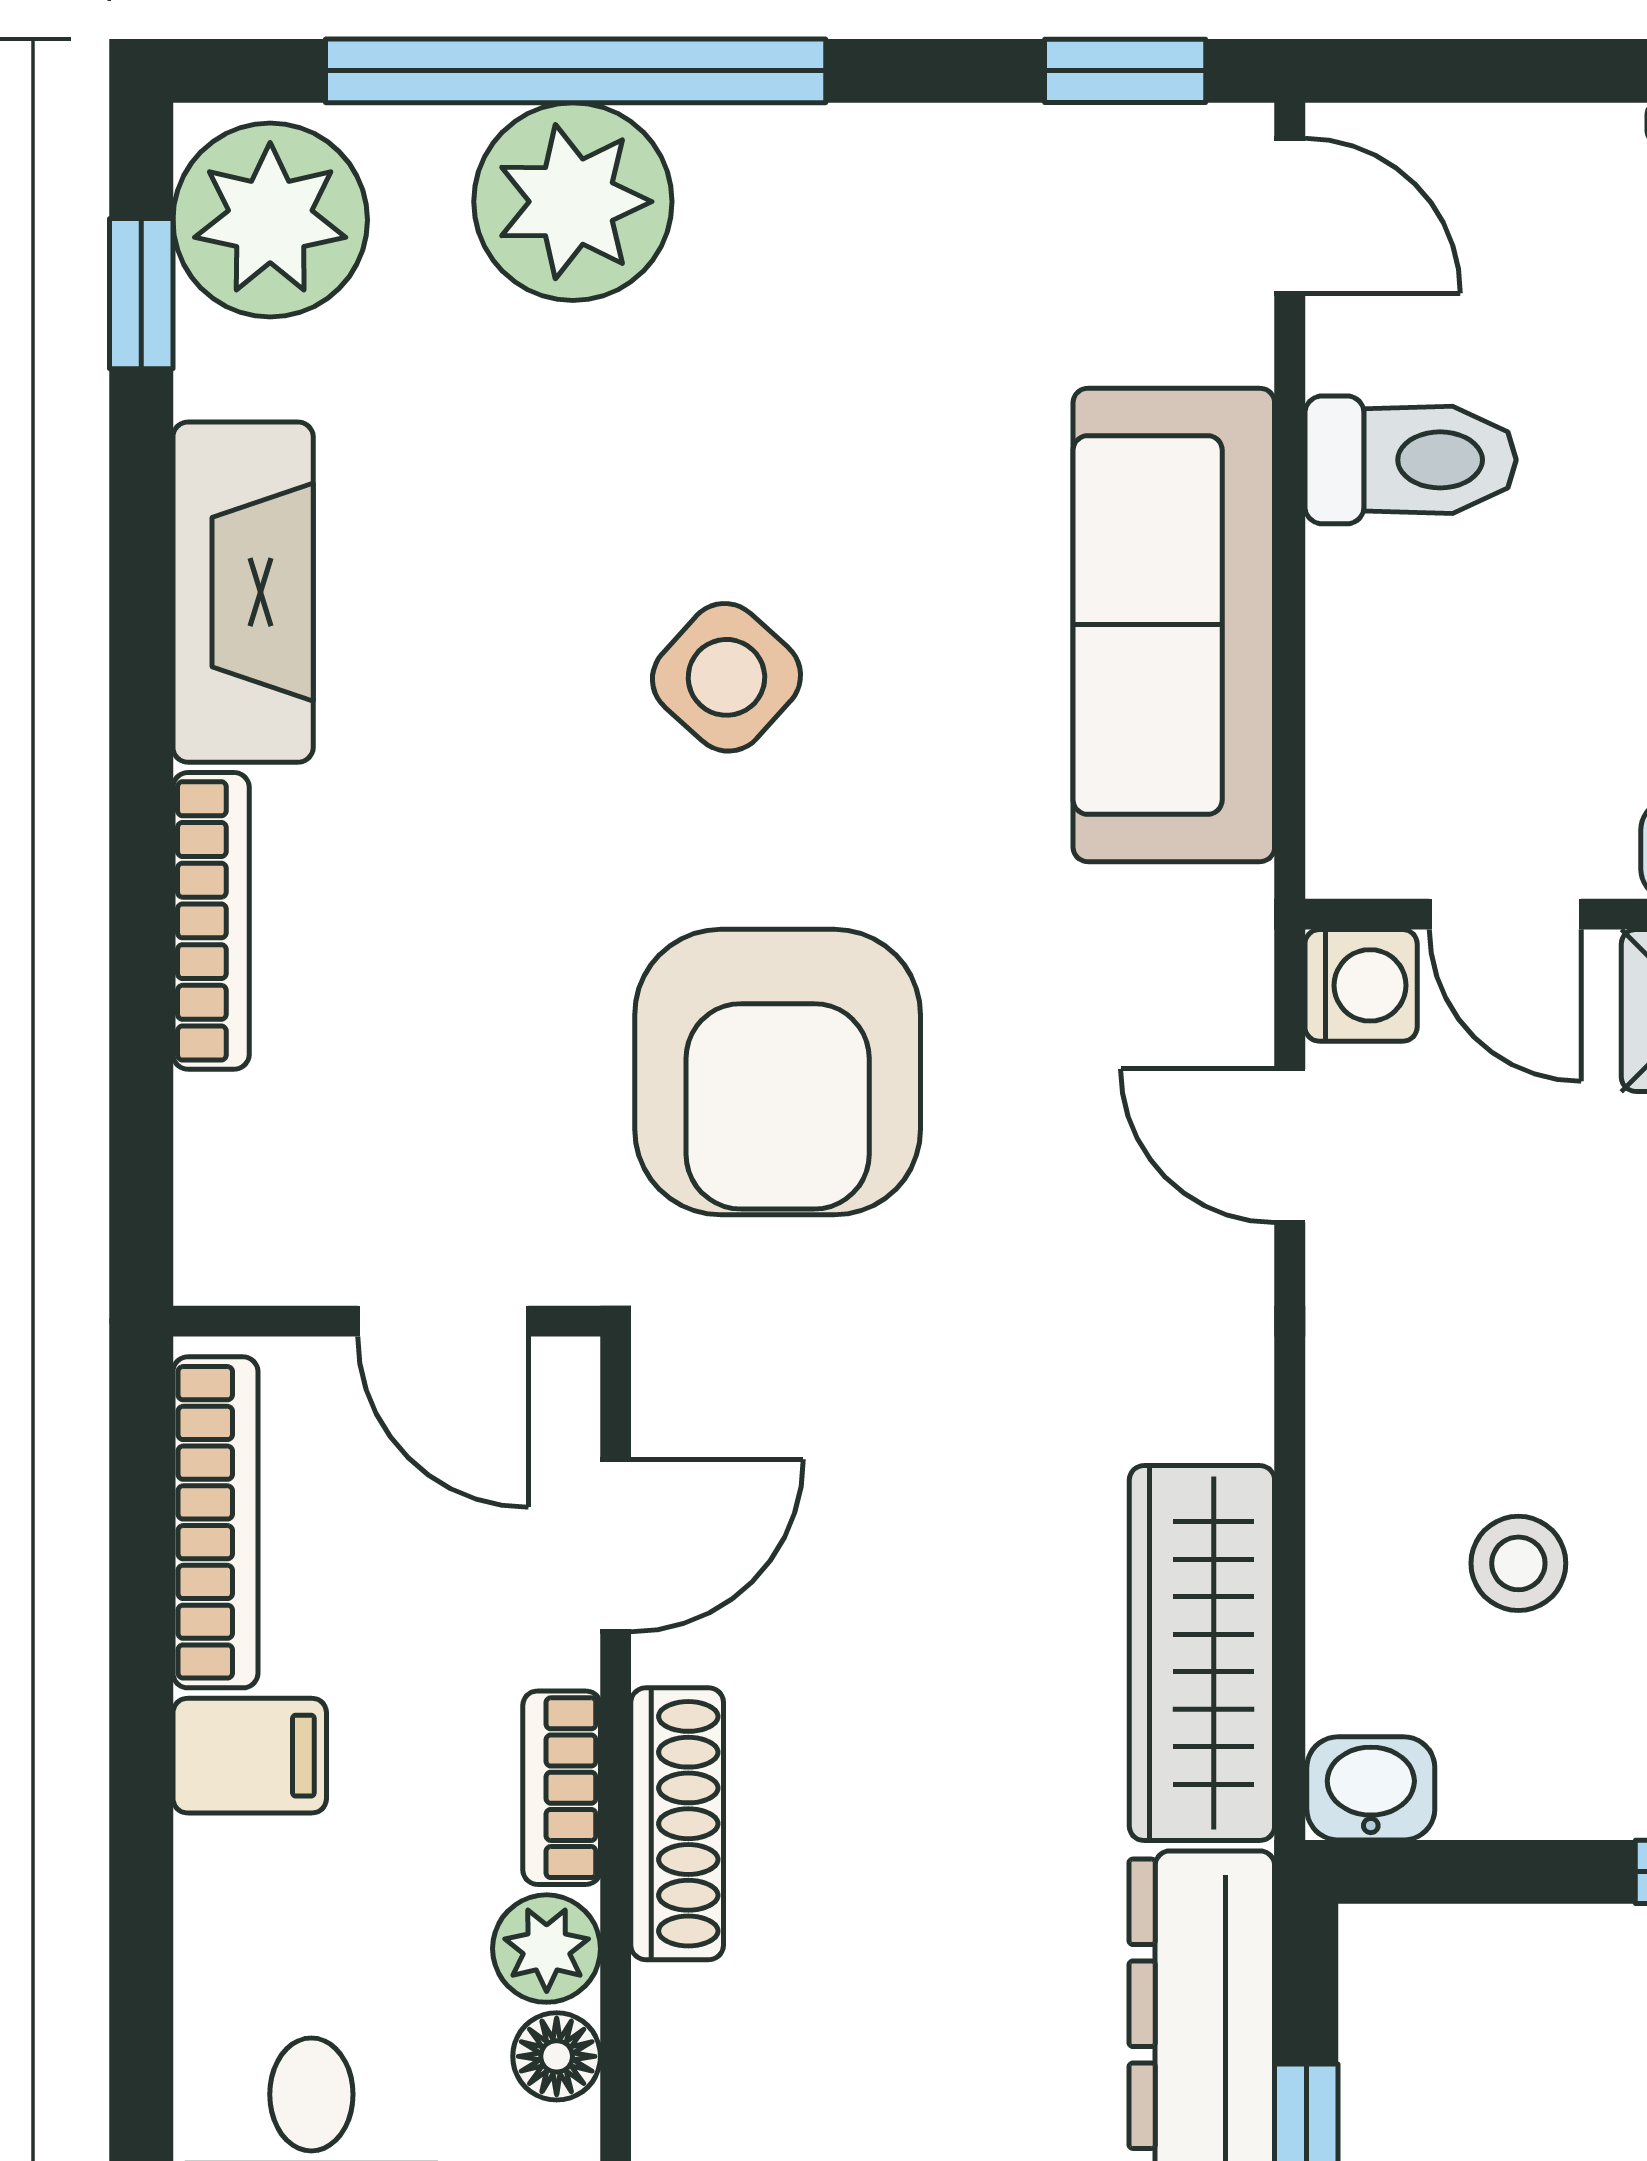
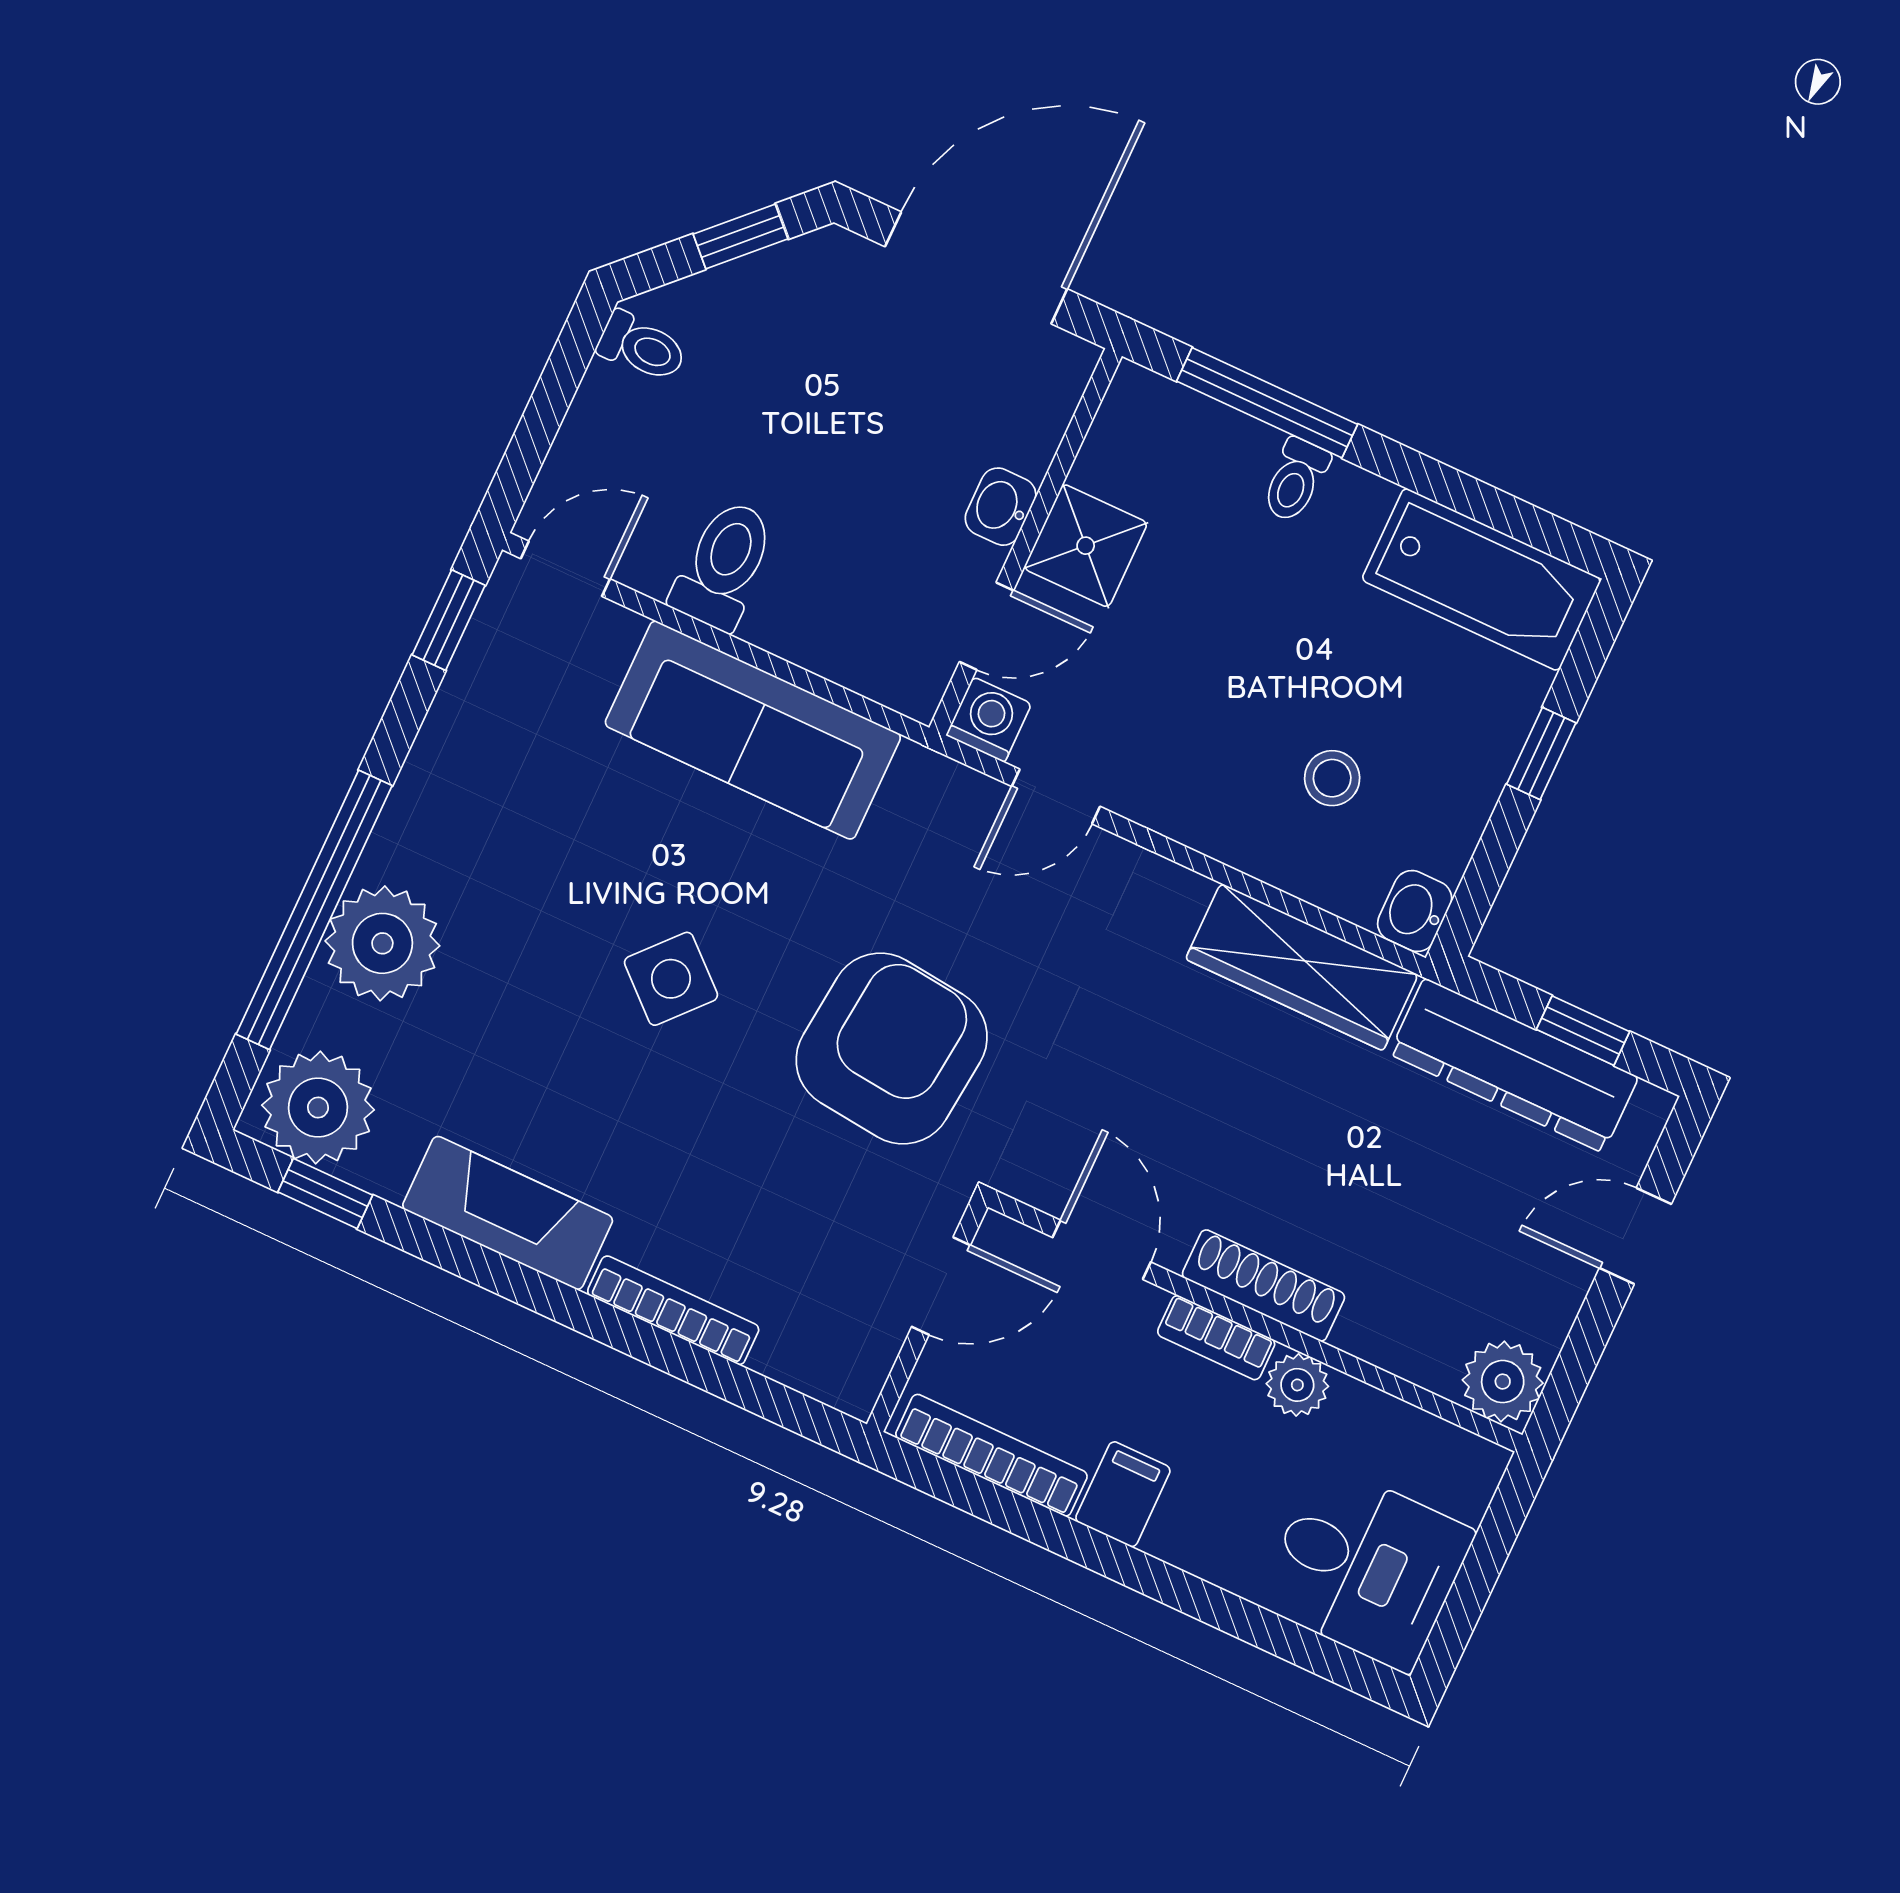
armchair: (778, 1072) -> (892, 1049), turned -84
floor lamp: (557, 2056) -> (1357, 1406), removed

